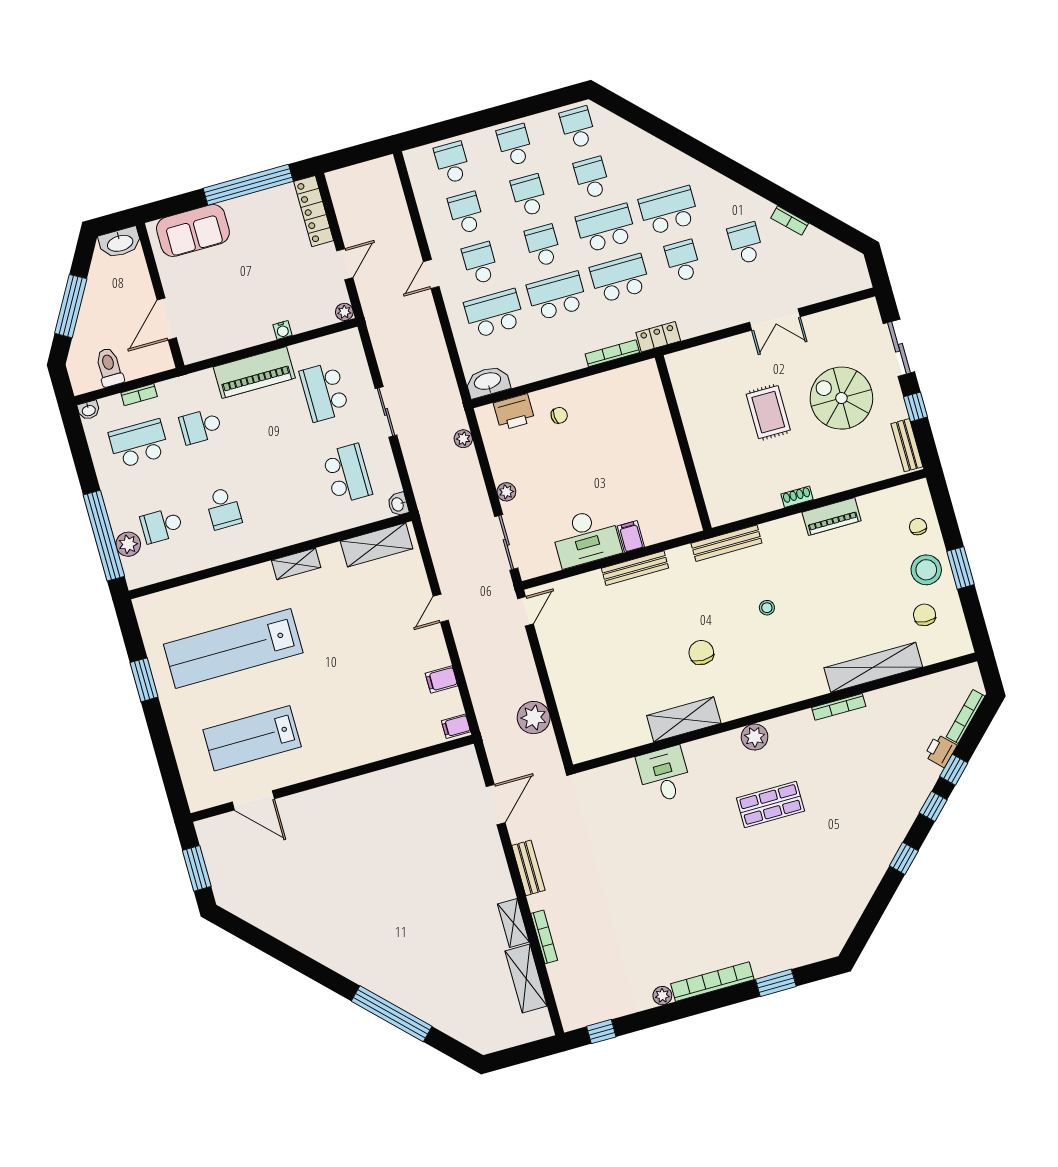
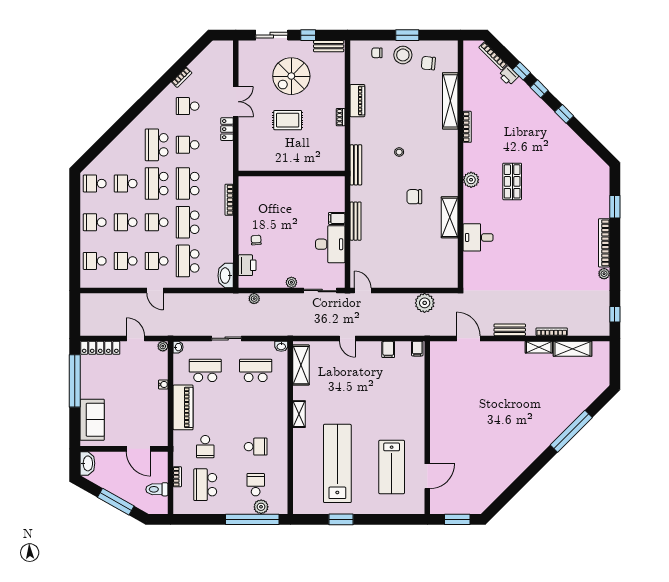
locker: (658, 337) -> (227, 129), moved
school desk: (324, 392) -> (205, 370), turned 180
washbasin: (89, 410) -> (178, 347), moved
school desk: (162, 525) -> (256, 485), turned 180
lab bench: (233, 648) -> (337, 463), turned 180

